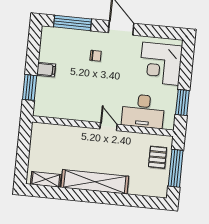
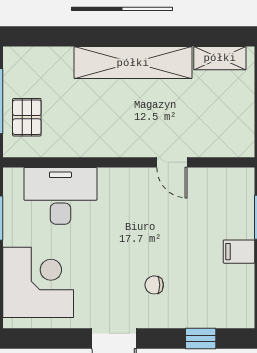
window: (72, 23) -> (201, 338), width x0.46
door: (109, 127) -> (172, 162), moved

